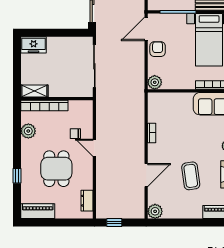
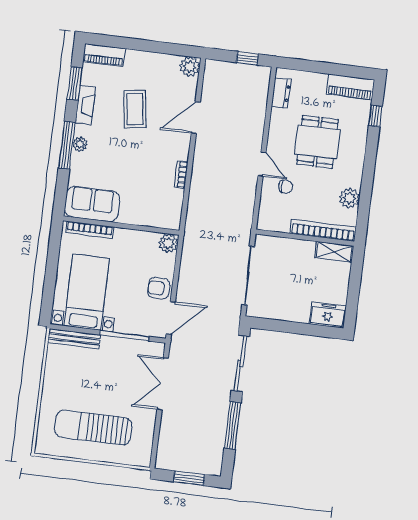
armchair: (158, 49) -> (159, 288), turned 90
window: (17, 176) -> (375, 116), moved

